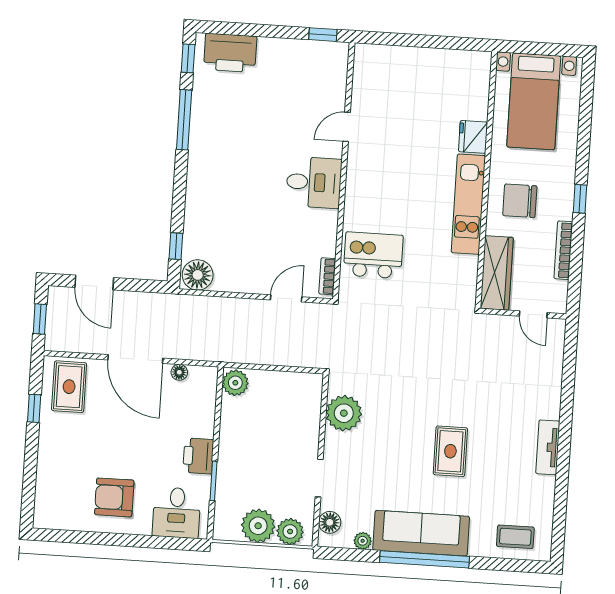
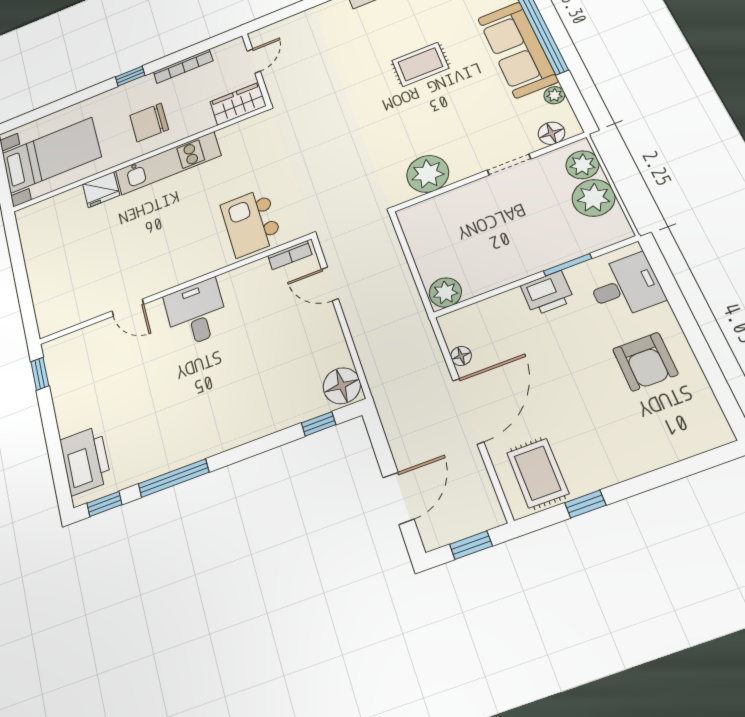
chair: (520, 201) -> (149, 122), turned 90
wardrobe: (497, 273) -> (238, 104), width x0.67
rug: (69, 387) -> (538, 473), turned 90

